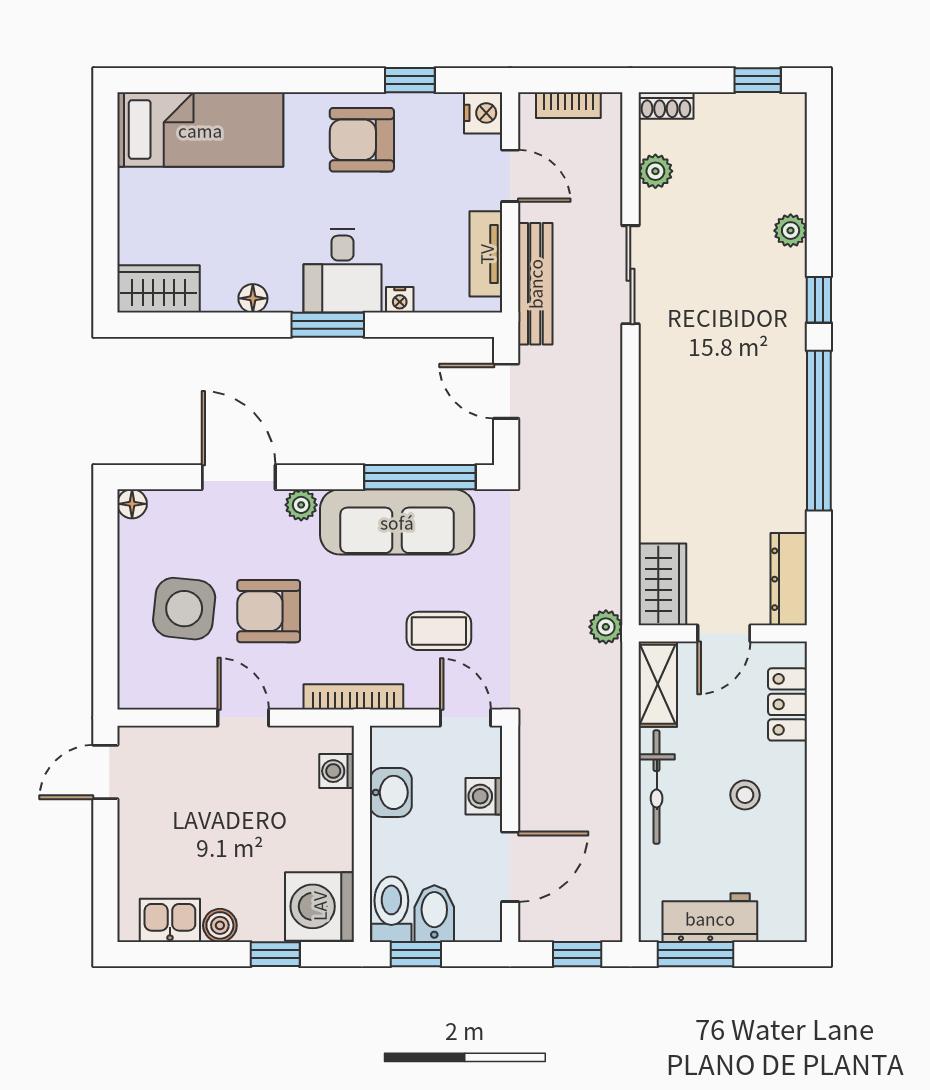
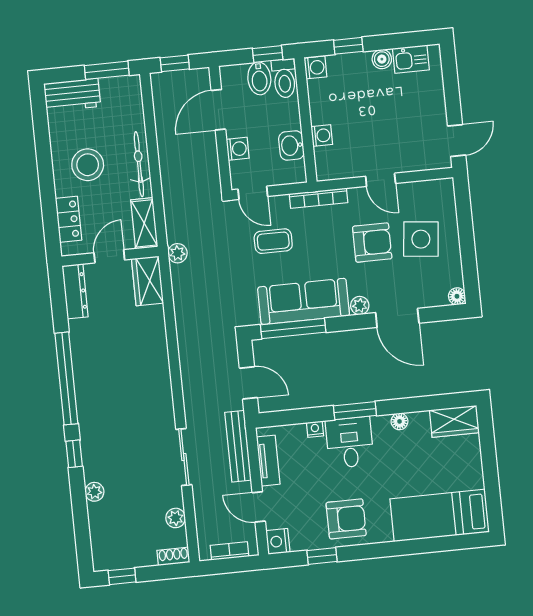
washing machine: (337, 771) -> (322, 135), moved
stool: (745, 795) -> (88, 165), width x1.89, depth x1.89
washing machine: (319, 906) -> (315, 67), width x0.53, depth x0.53
workbench: (710, 918) -> (72, 95), moved

